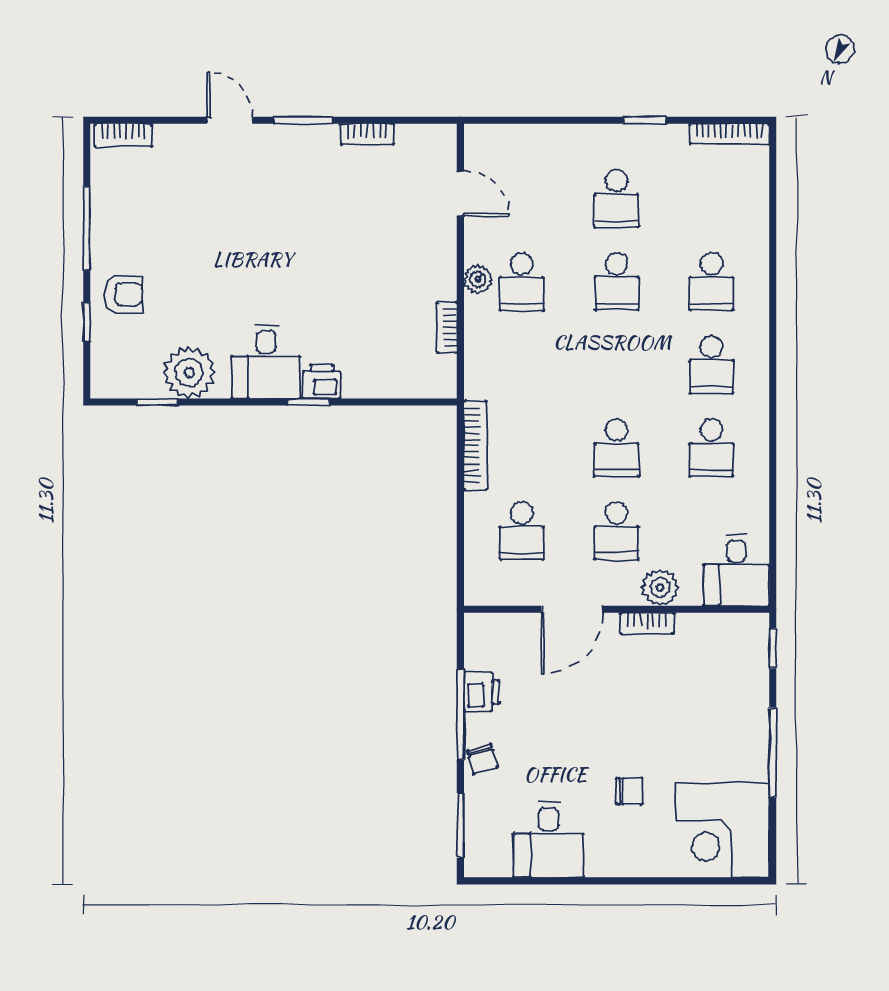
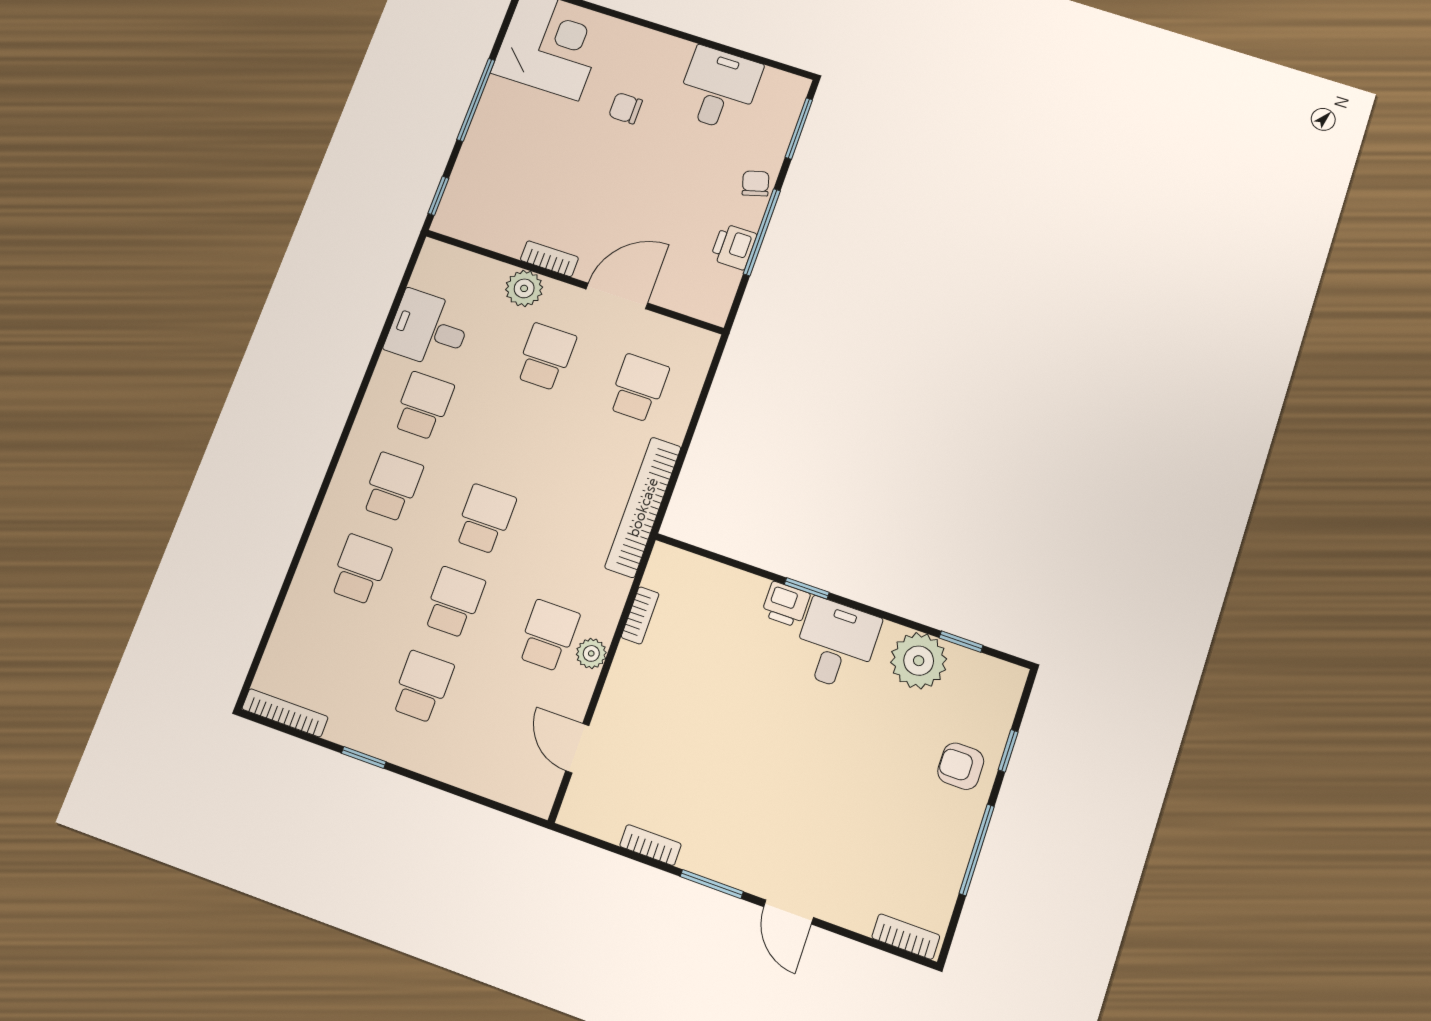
bookcase: (475, 446) -> (643, 507), width x1.48, depth x1.31
school desk: (617, 448) -> (485, 519), moved
desk: (736, 570) -> (428, 329), moved, turned -90

